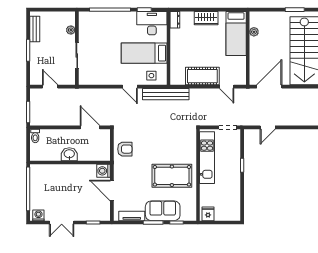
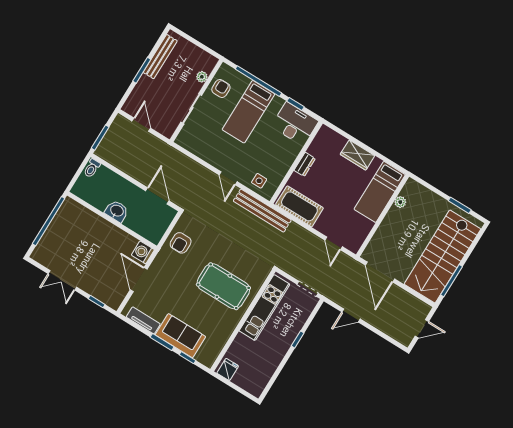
dresser: (175, 20) -> (305, 164), moved
bench: (35, 29) -> (160, 57), width x1.36
armchair: (88, 30) -> (221, 89), added
bed: (144, 53) -> (248, 112), moved, turned -90
cot: (202, 76) -> (299, 206), moved
door: (269, 87) -> (380, 272), swing flipped
armchair: (125, 149) -> (181, 243), turned 90
pool table: (172, 176) -> (223, 286), moved
washing machine: (38, 215) -> (42, 257), removed

